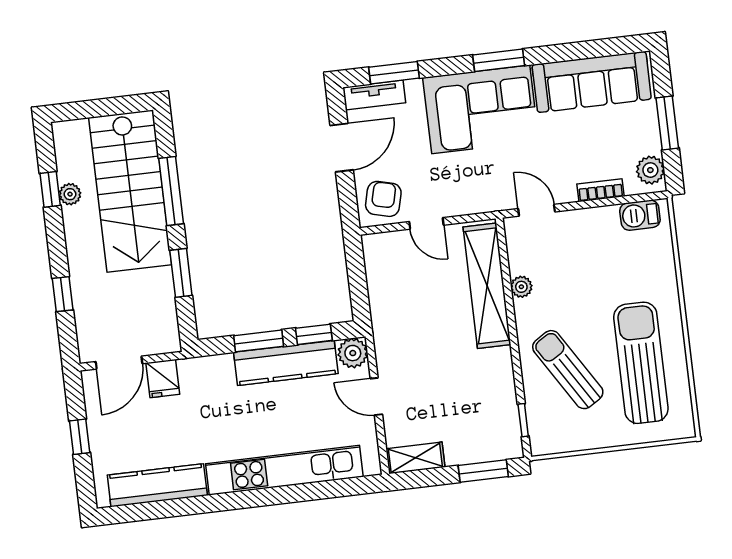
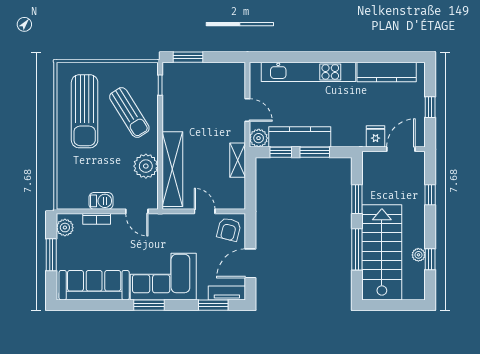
barbecue: (640, 215) -> (101, 201), moved
plant: (521, 287) -> (146, 166), width x1.88, depth x1.88
shelving: (415, 458) -> (238, 160), moved, turned 90

